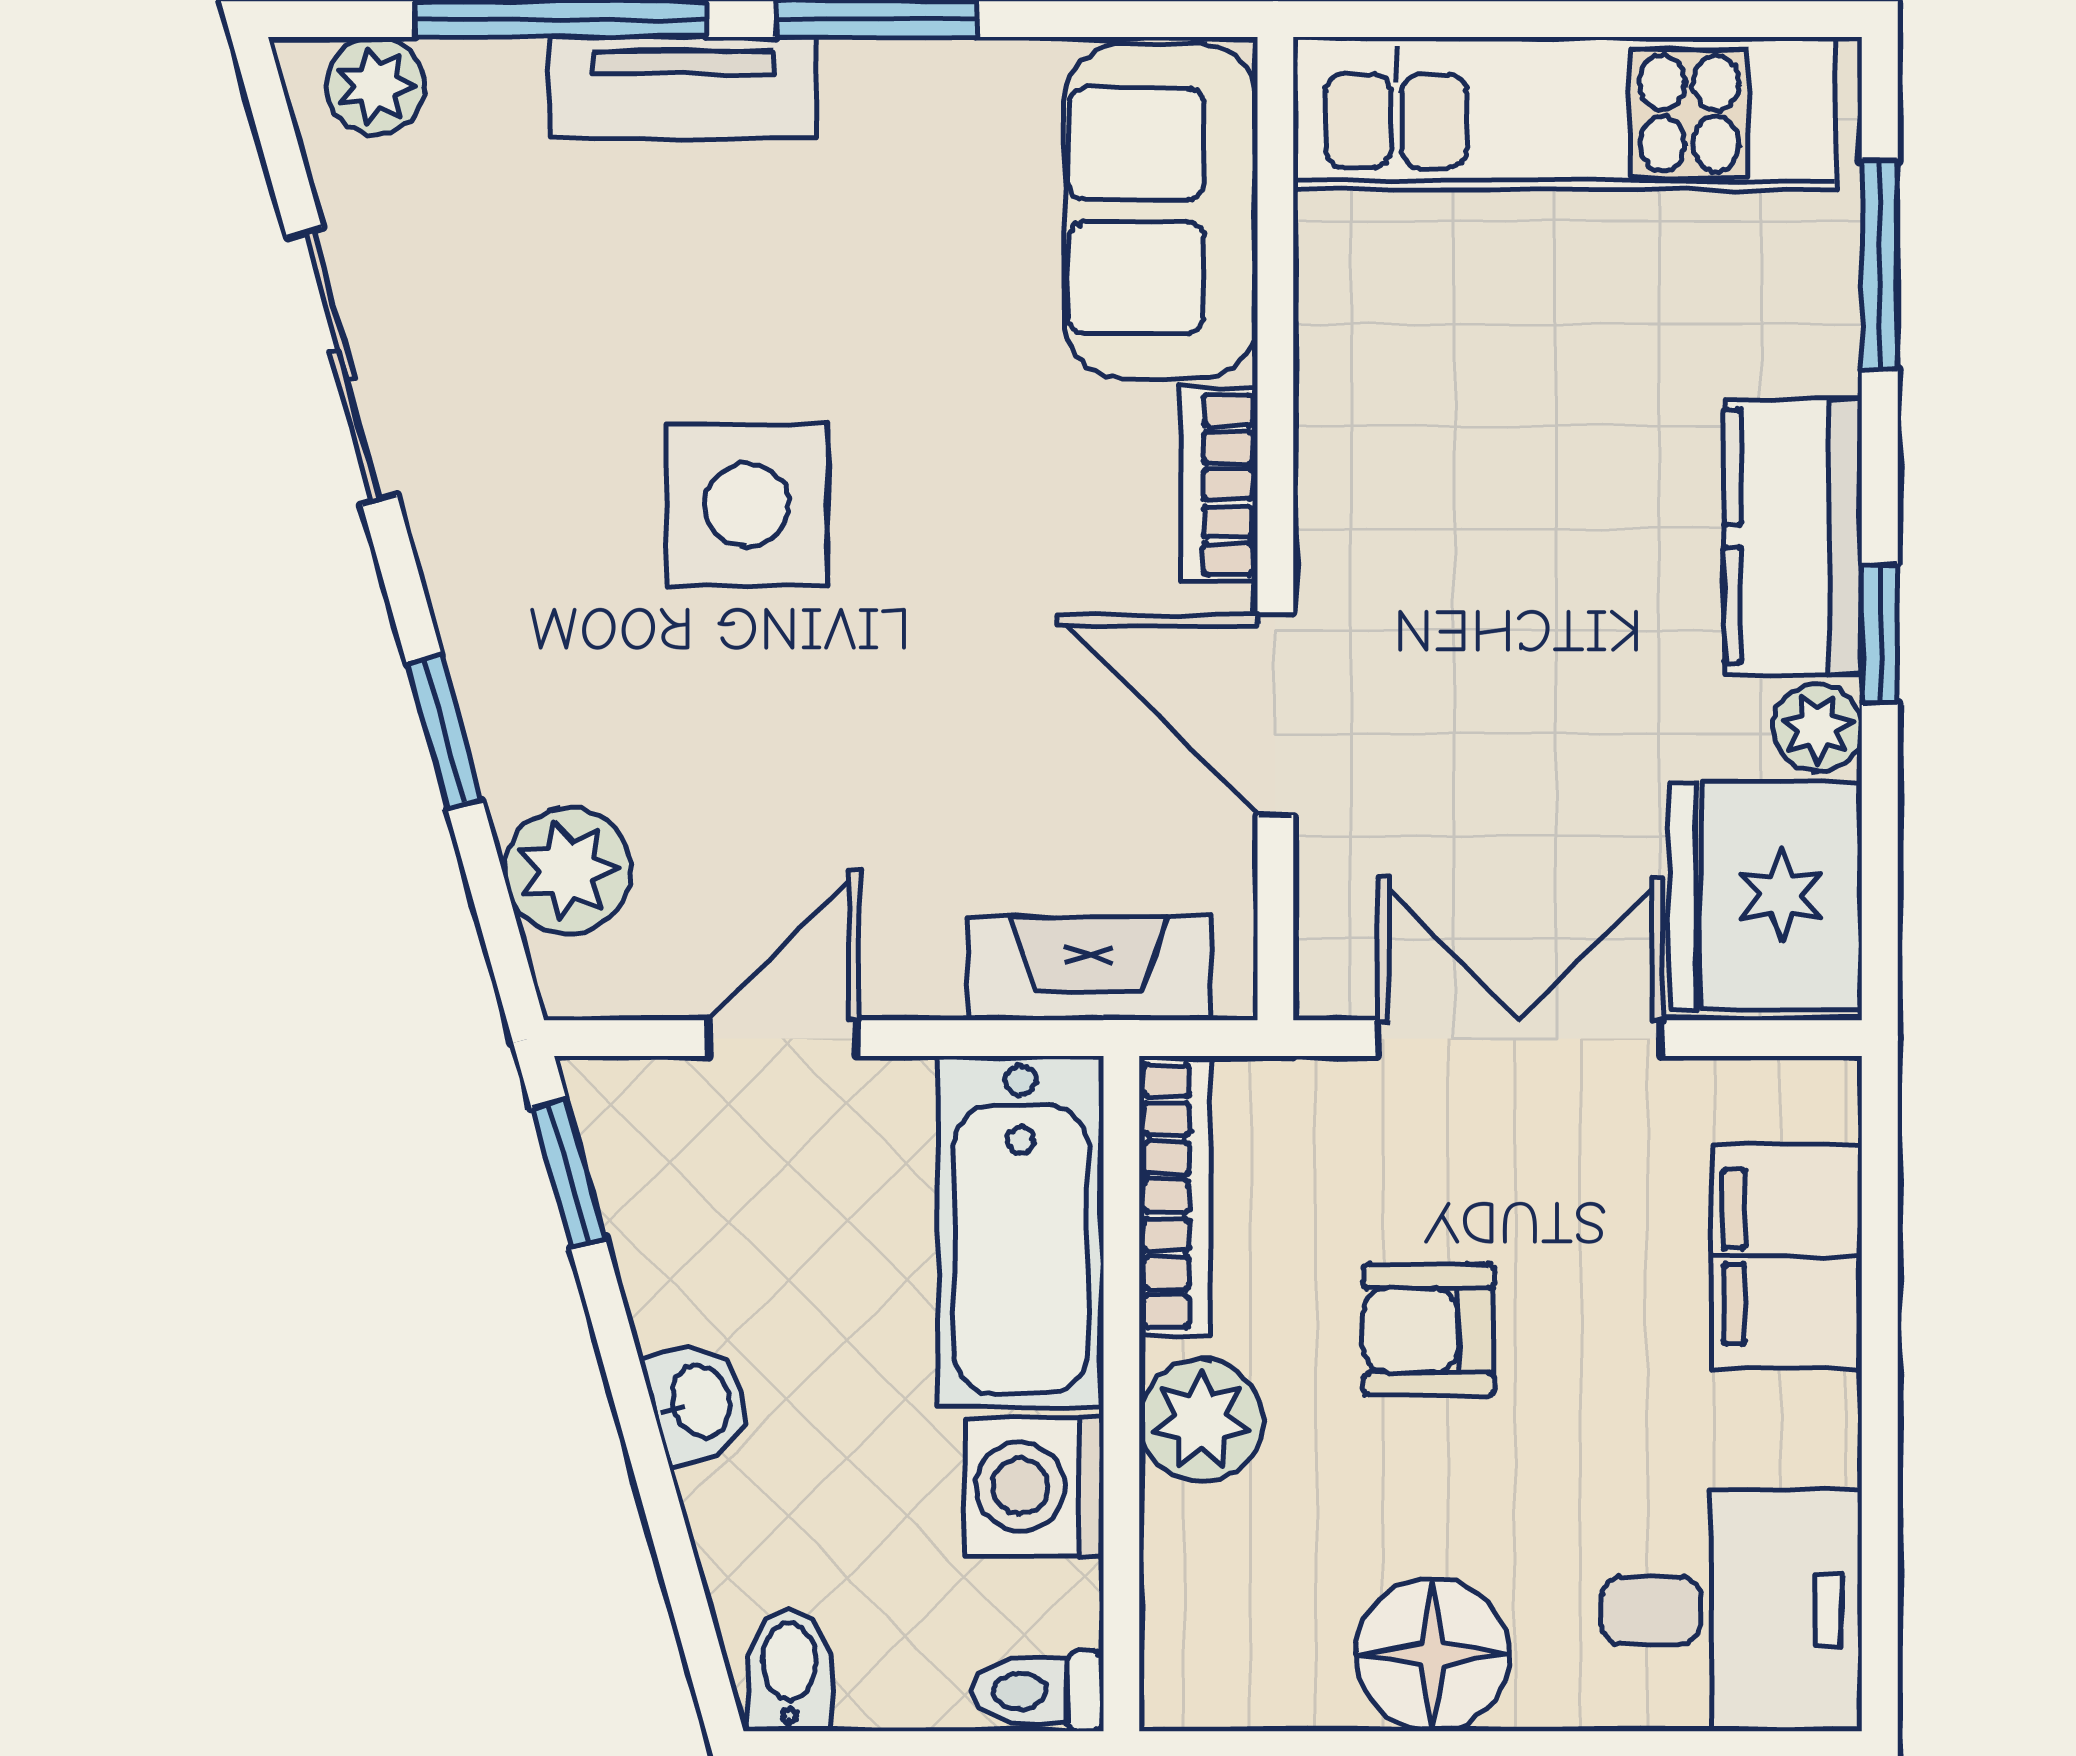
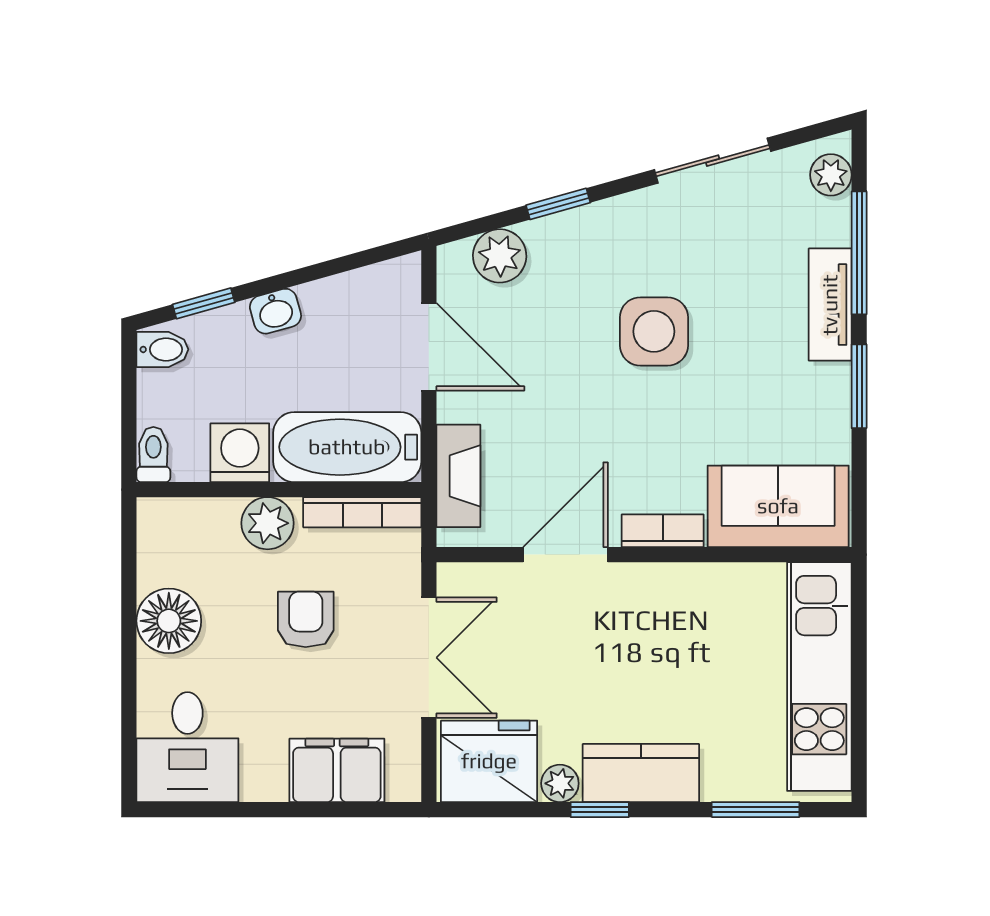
door: (783, 1038) -> (429, 347), width x1.38
window: (568, 1173) -> (204, 303), moved

